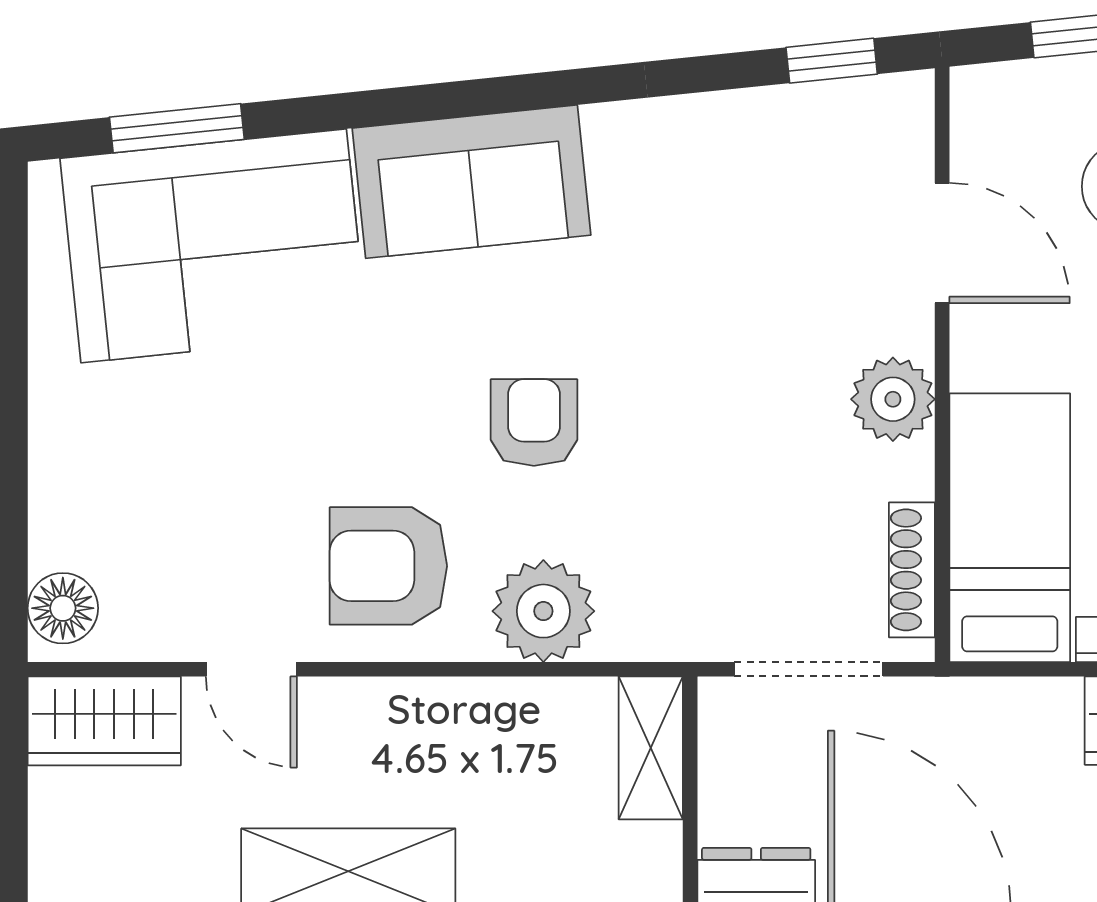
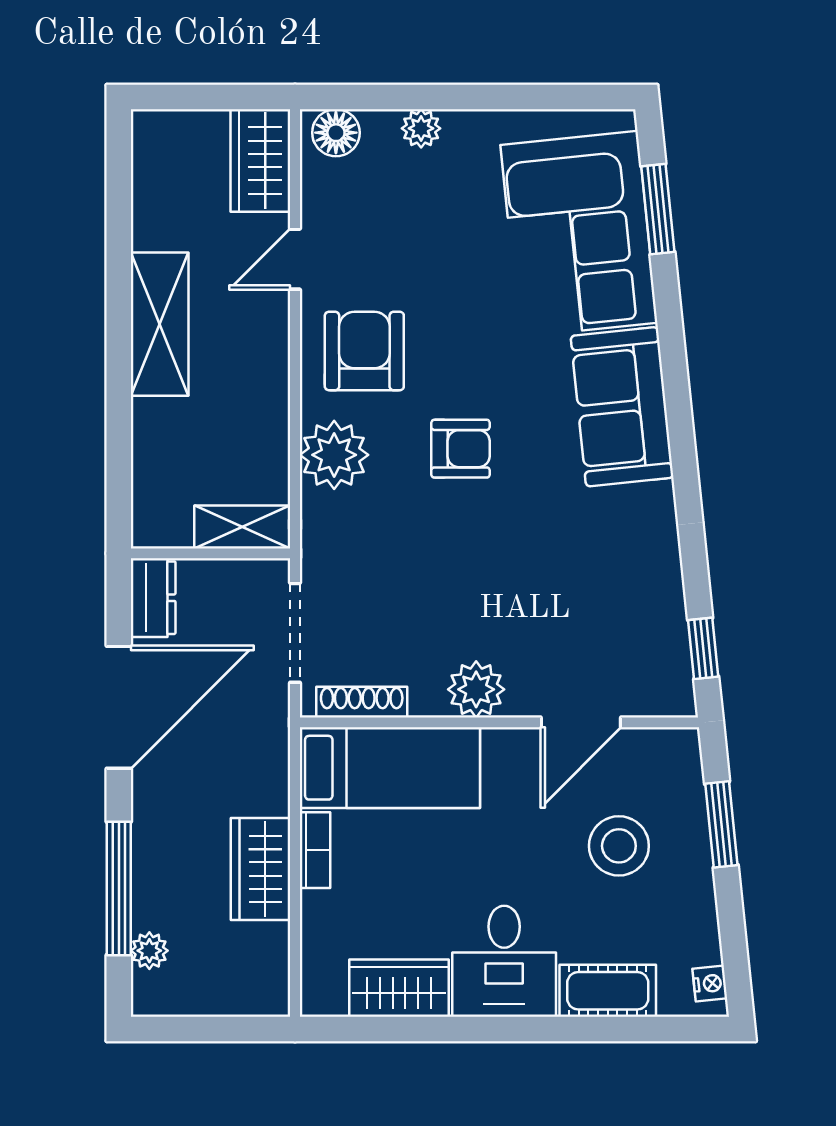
plant: (56, 481) -> (421, 128), added

